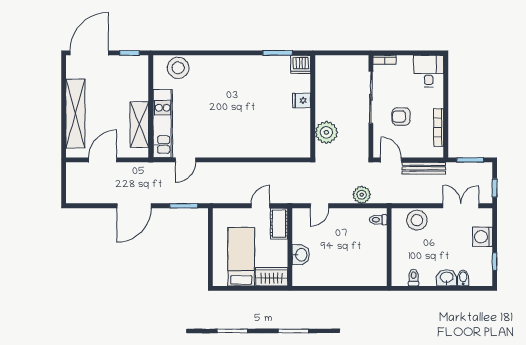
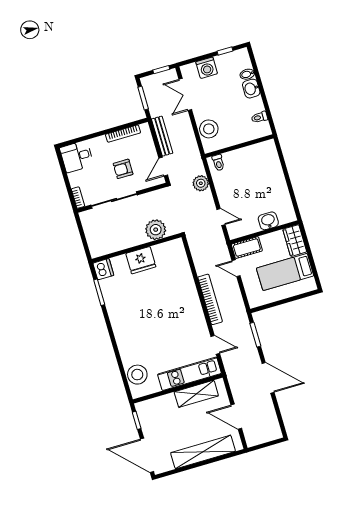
fridge: (302, 100) -> (141, 260), width x1.88, depth x1.34
armchair: (401, 117) -> (123, 169), turned 90
bookcase: (235, 169) -> (210, 299), added

